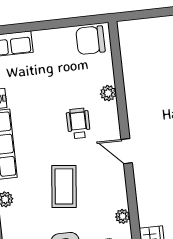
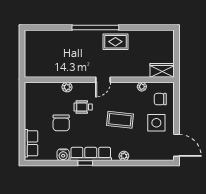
chair: (90, 40) -> (61, 123), moved

